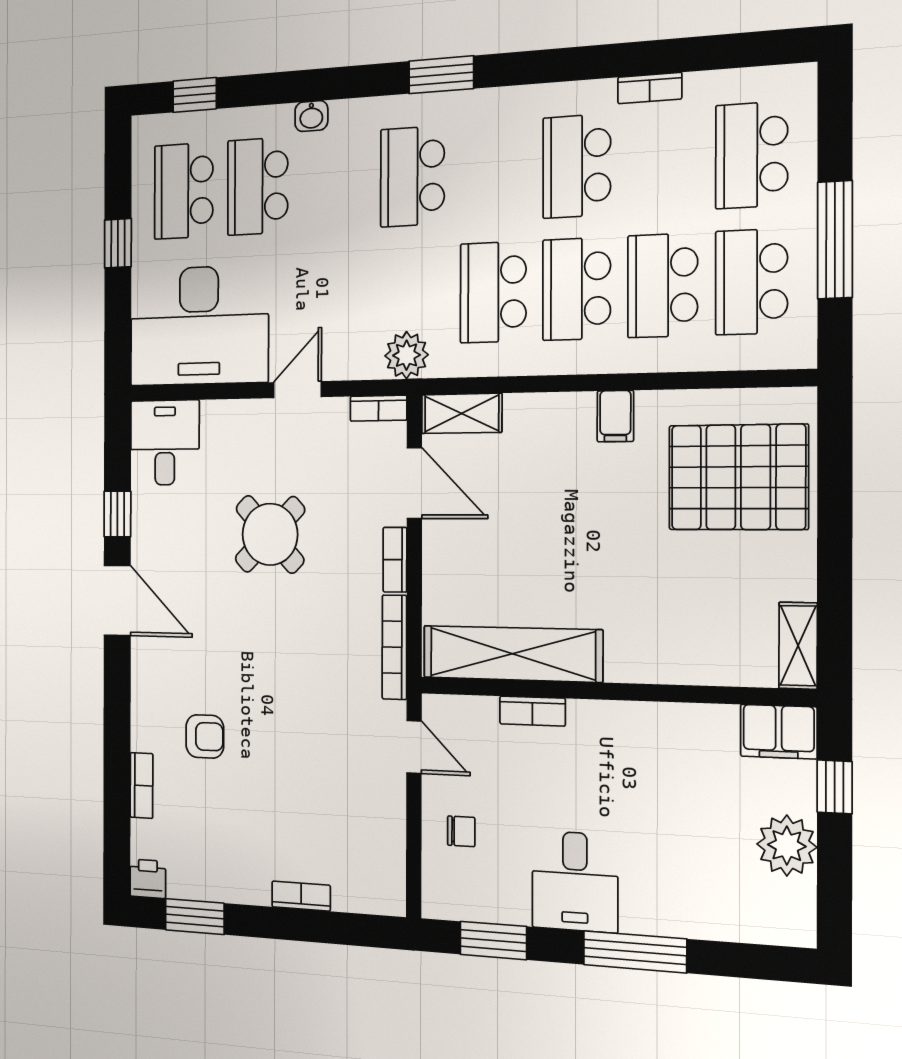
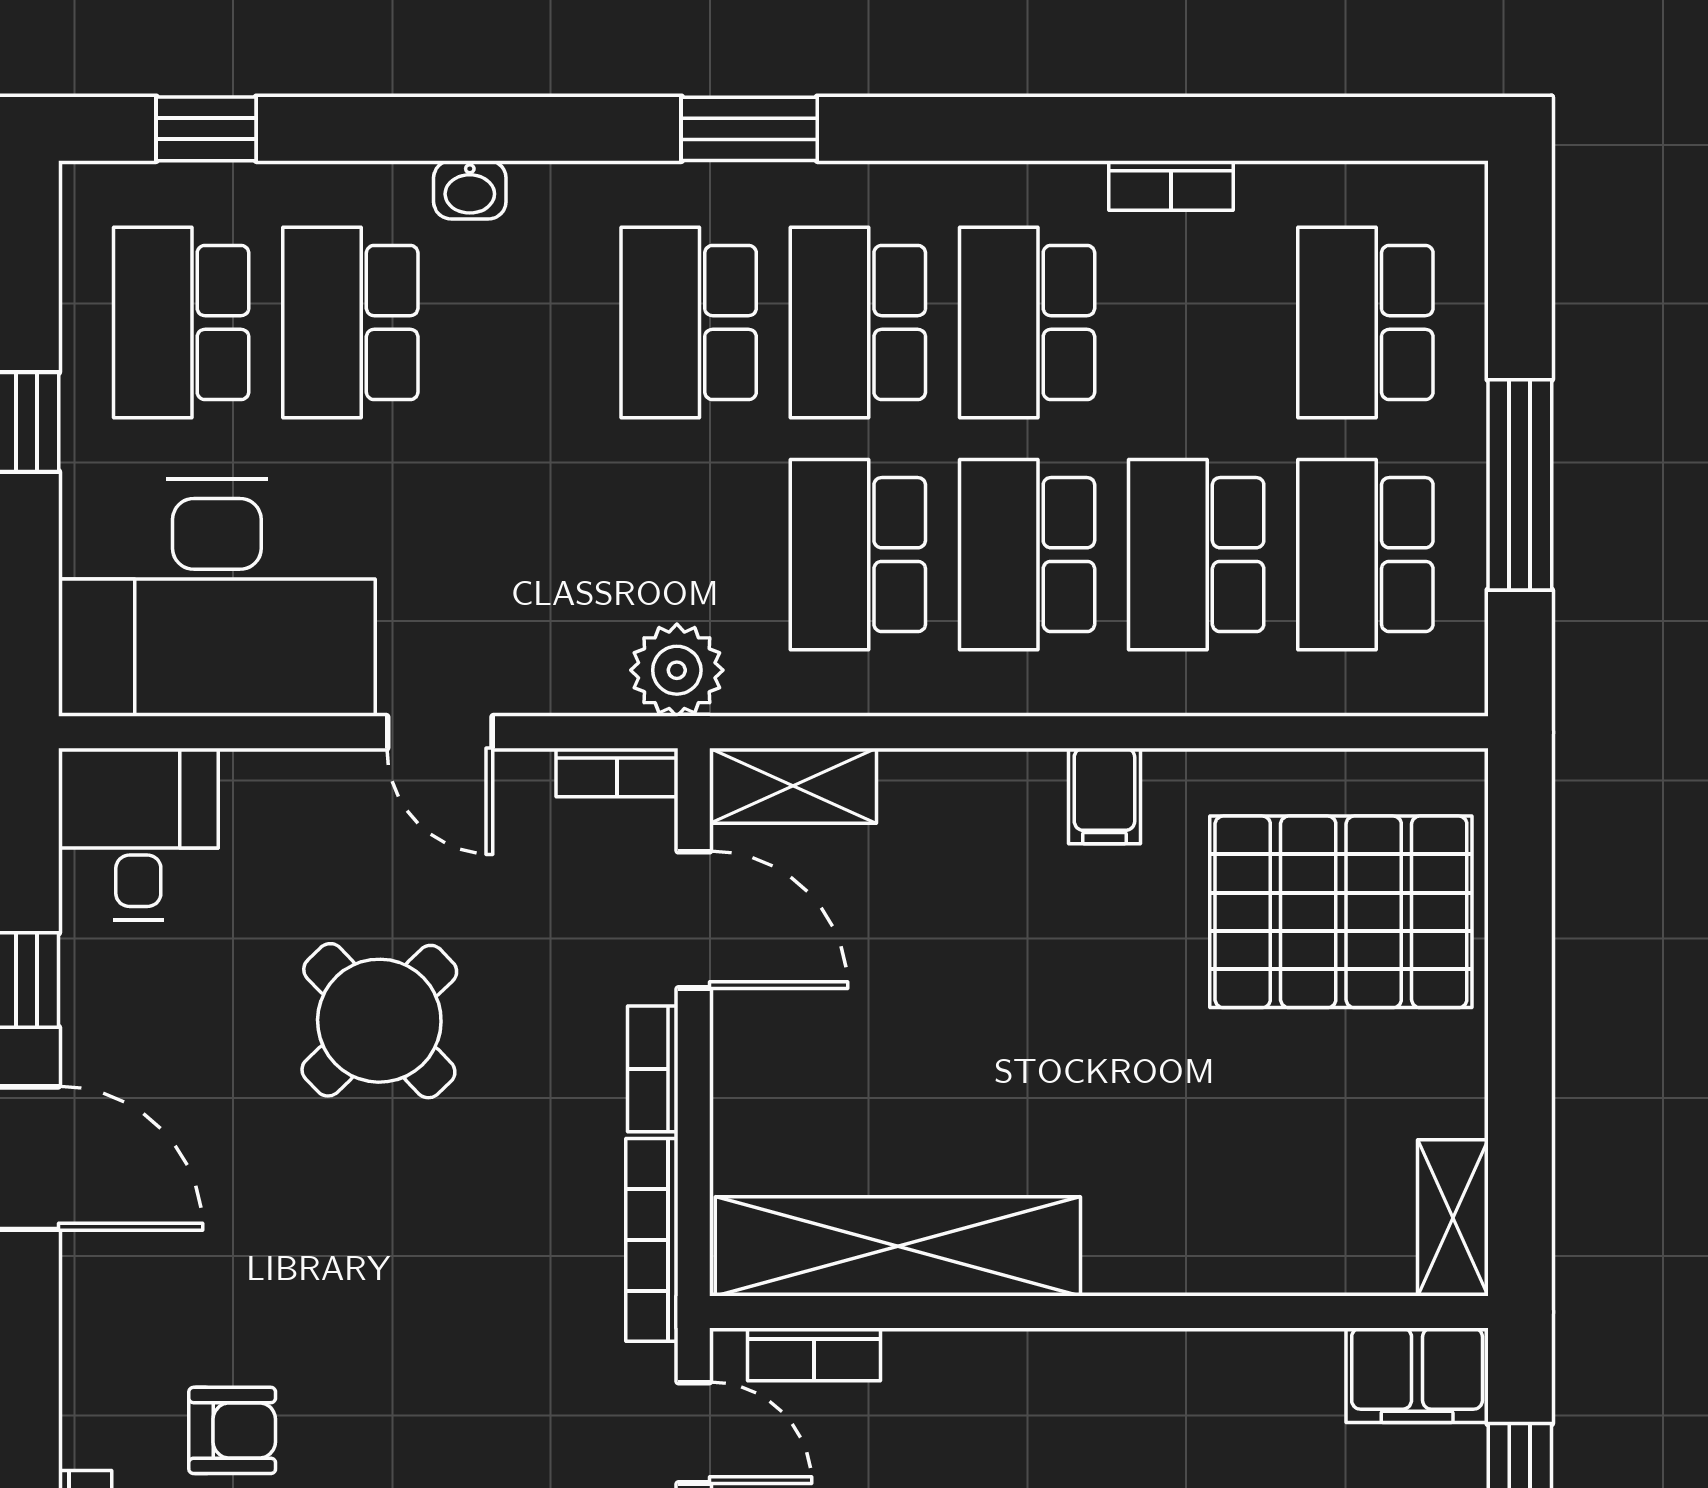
school desk: (493, 171) -> (858, 322), added
door: (297, 390) -> (440, 732), swing flipped
bookcase: (532, 711) -> (814, 1354), moved

